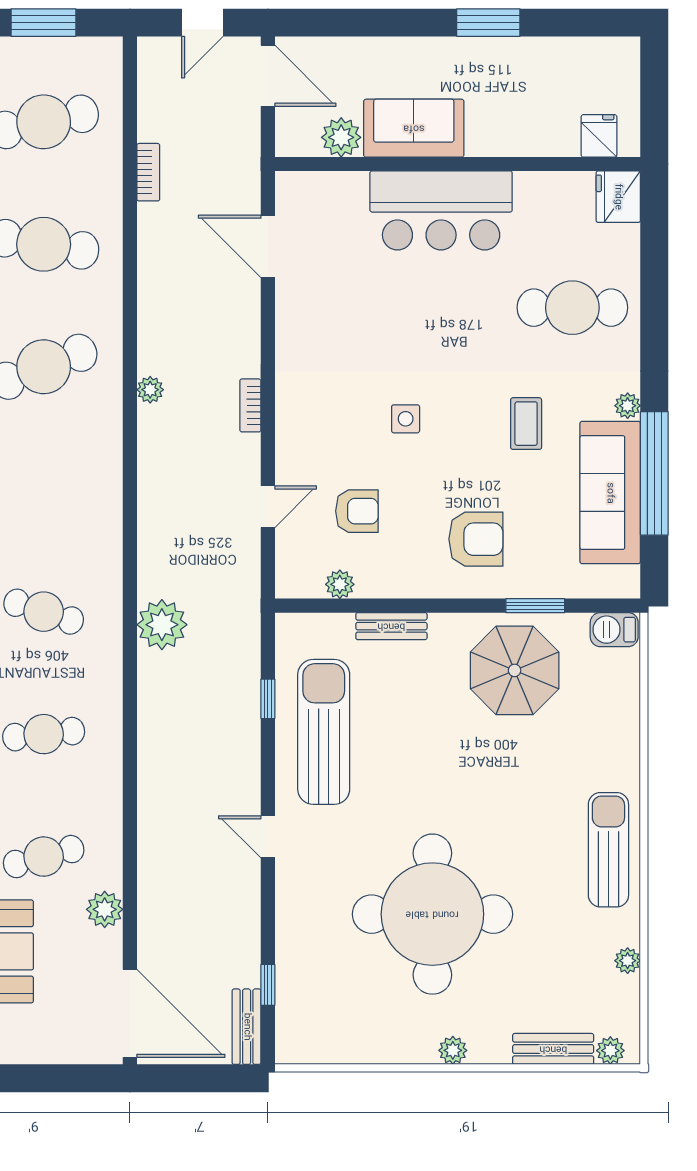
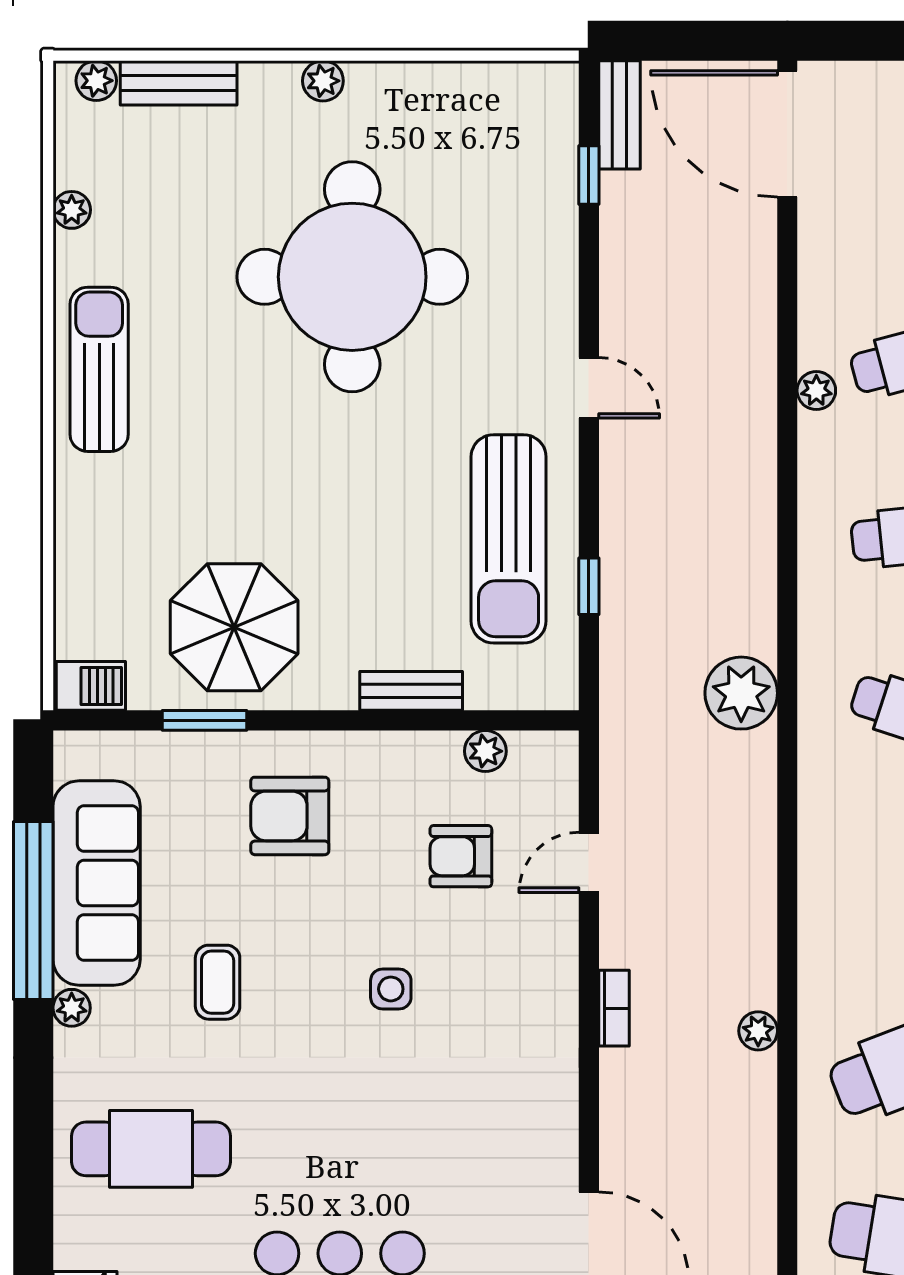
sun lounger: (608, 850) -> (99, 369), turned 180
plant: (105, 909) -> (816, 391), moved, width x0.73, depth x0.73

